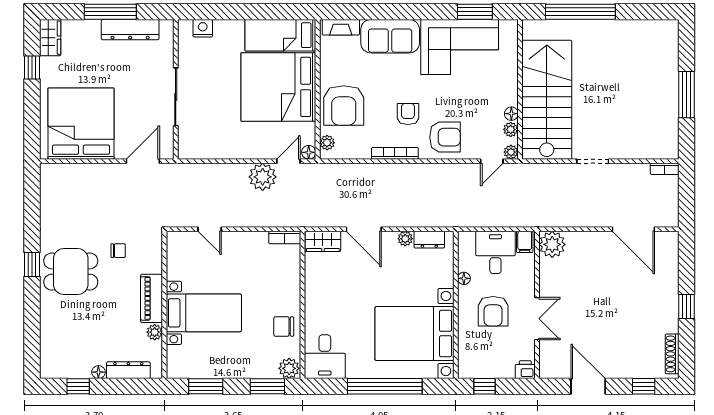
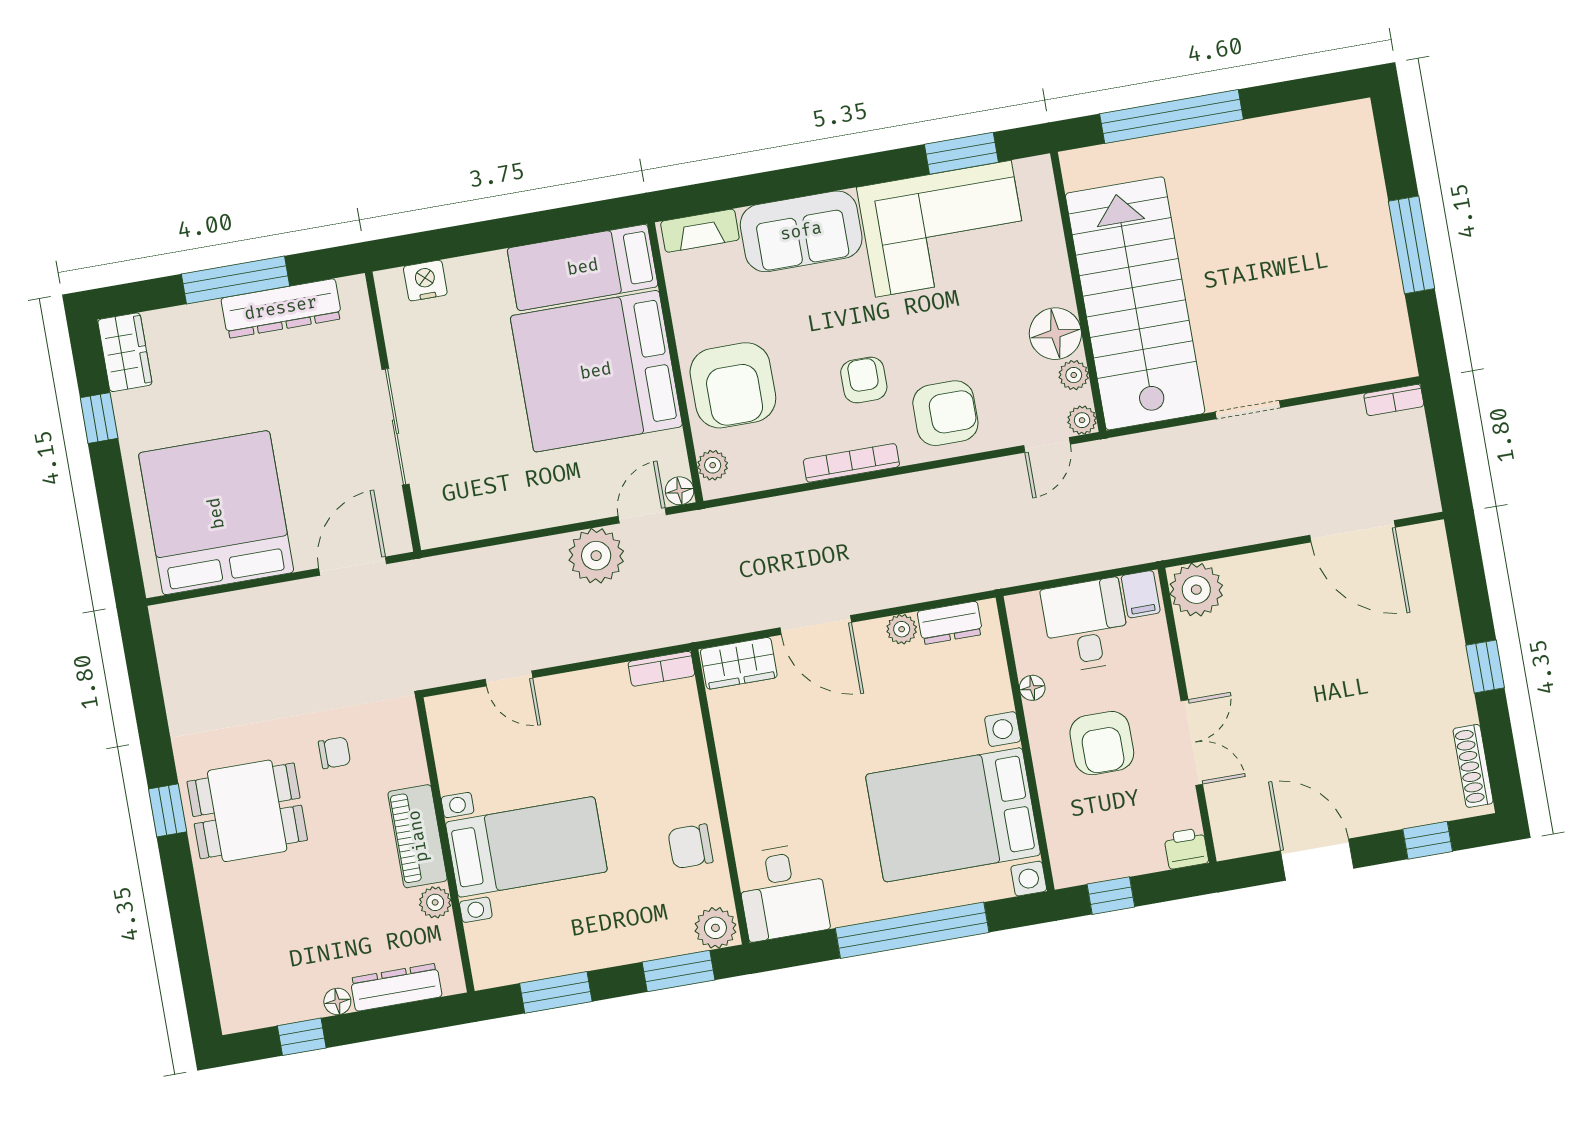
floor lamp: (511, 114) -> (1055, 334), width x1.89, depth x1.89

